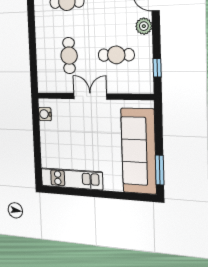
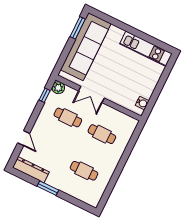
plant: (144, 26) -> (58, 88), moved
cafe table: (69, 56) -> (102, 134), turned 90
double door: (90, 96) -> (91, 94), moved

